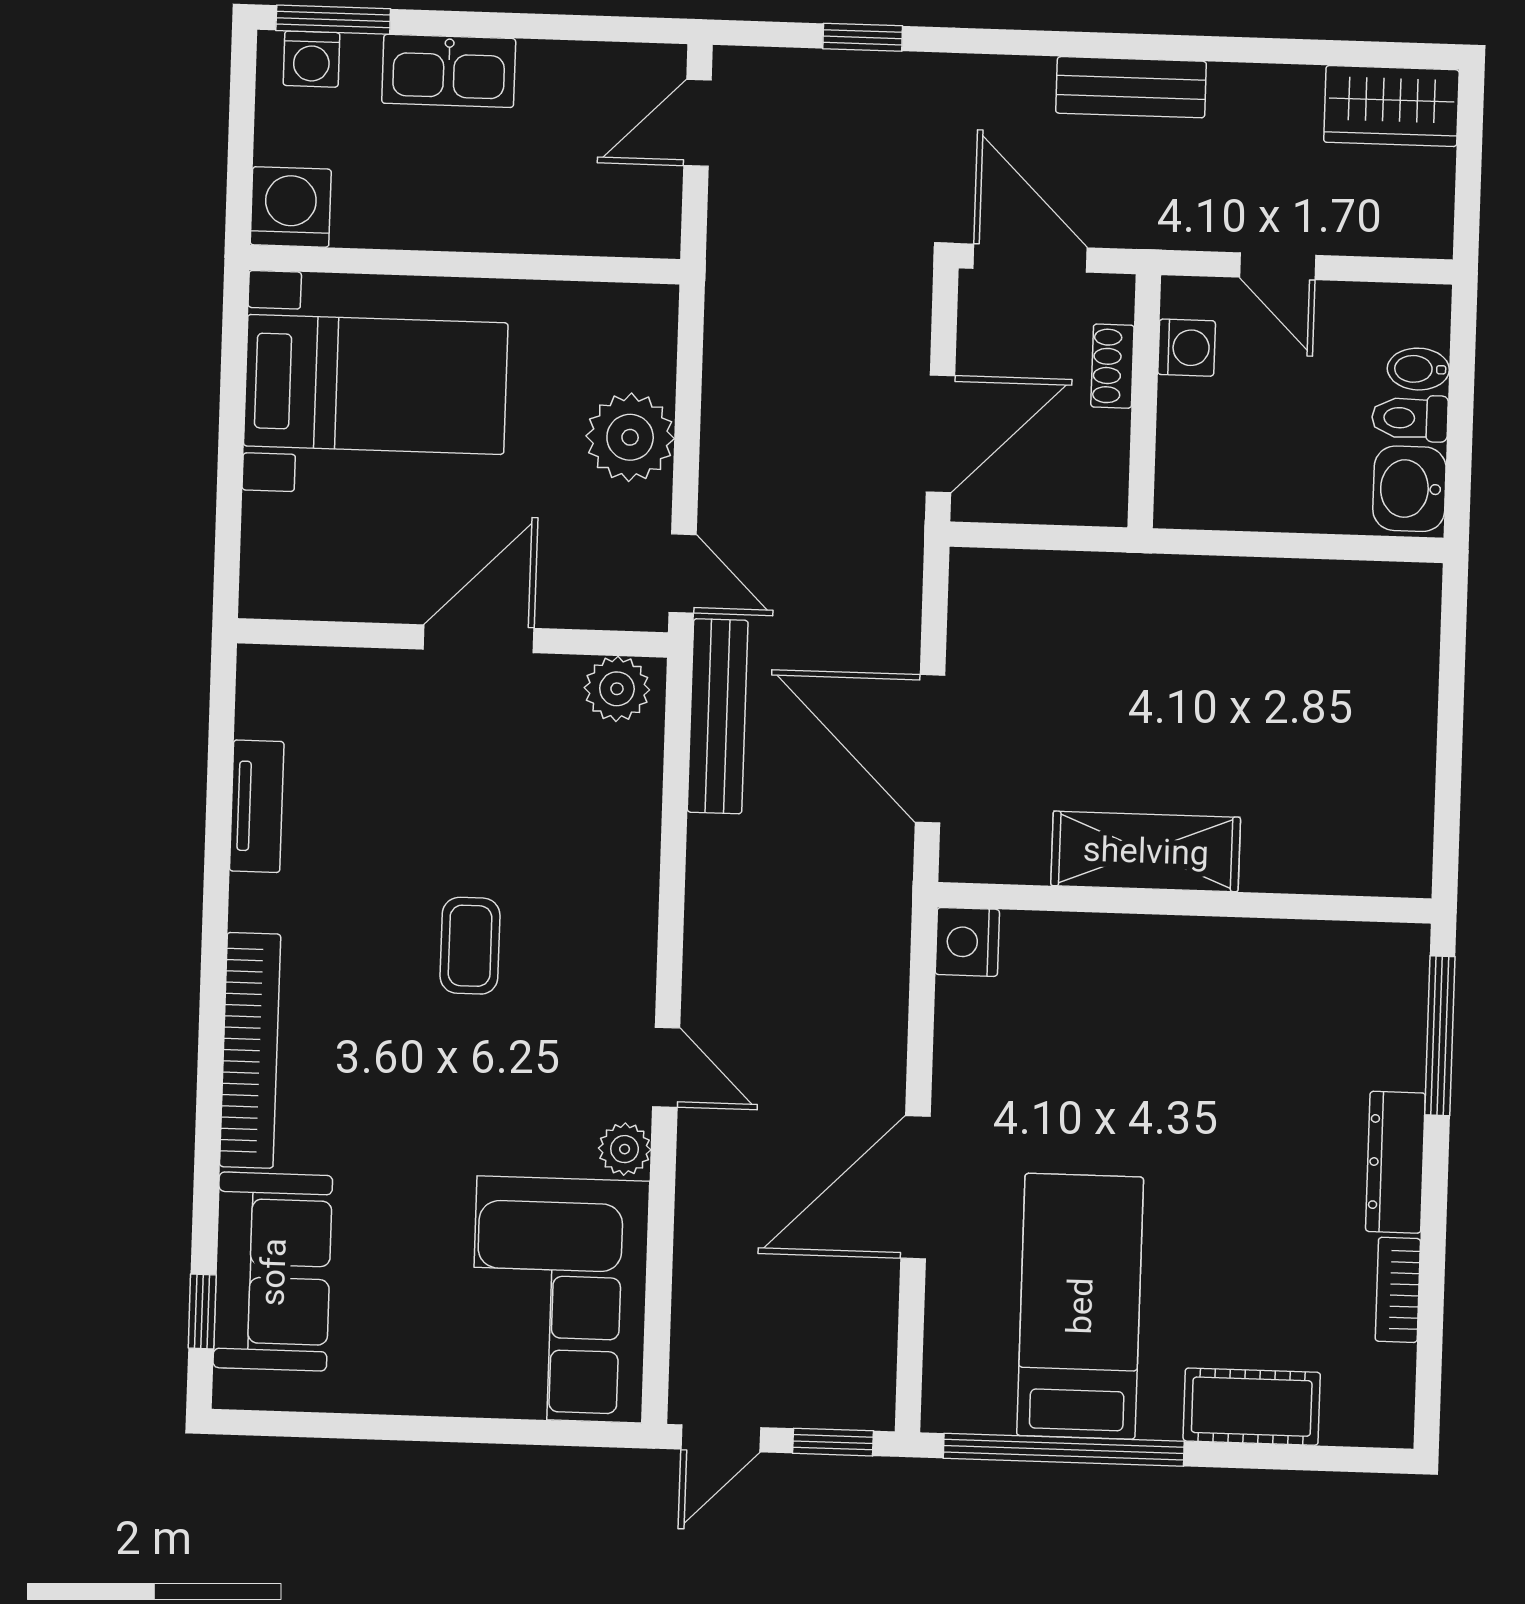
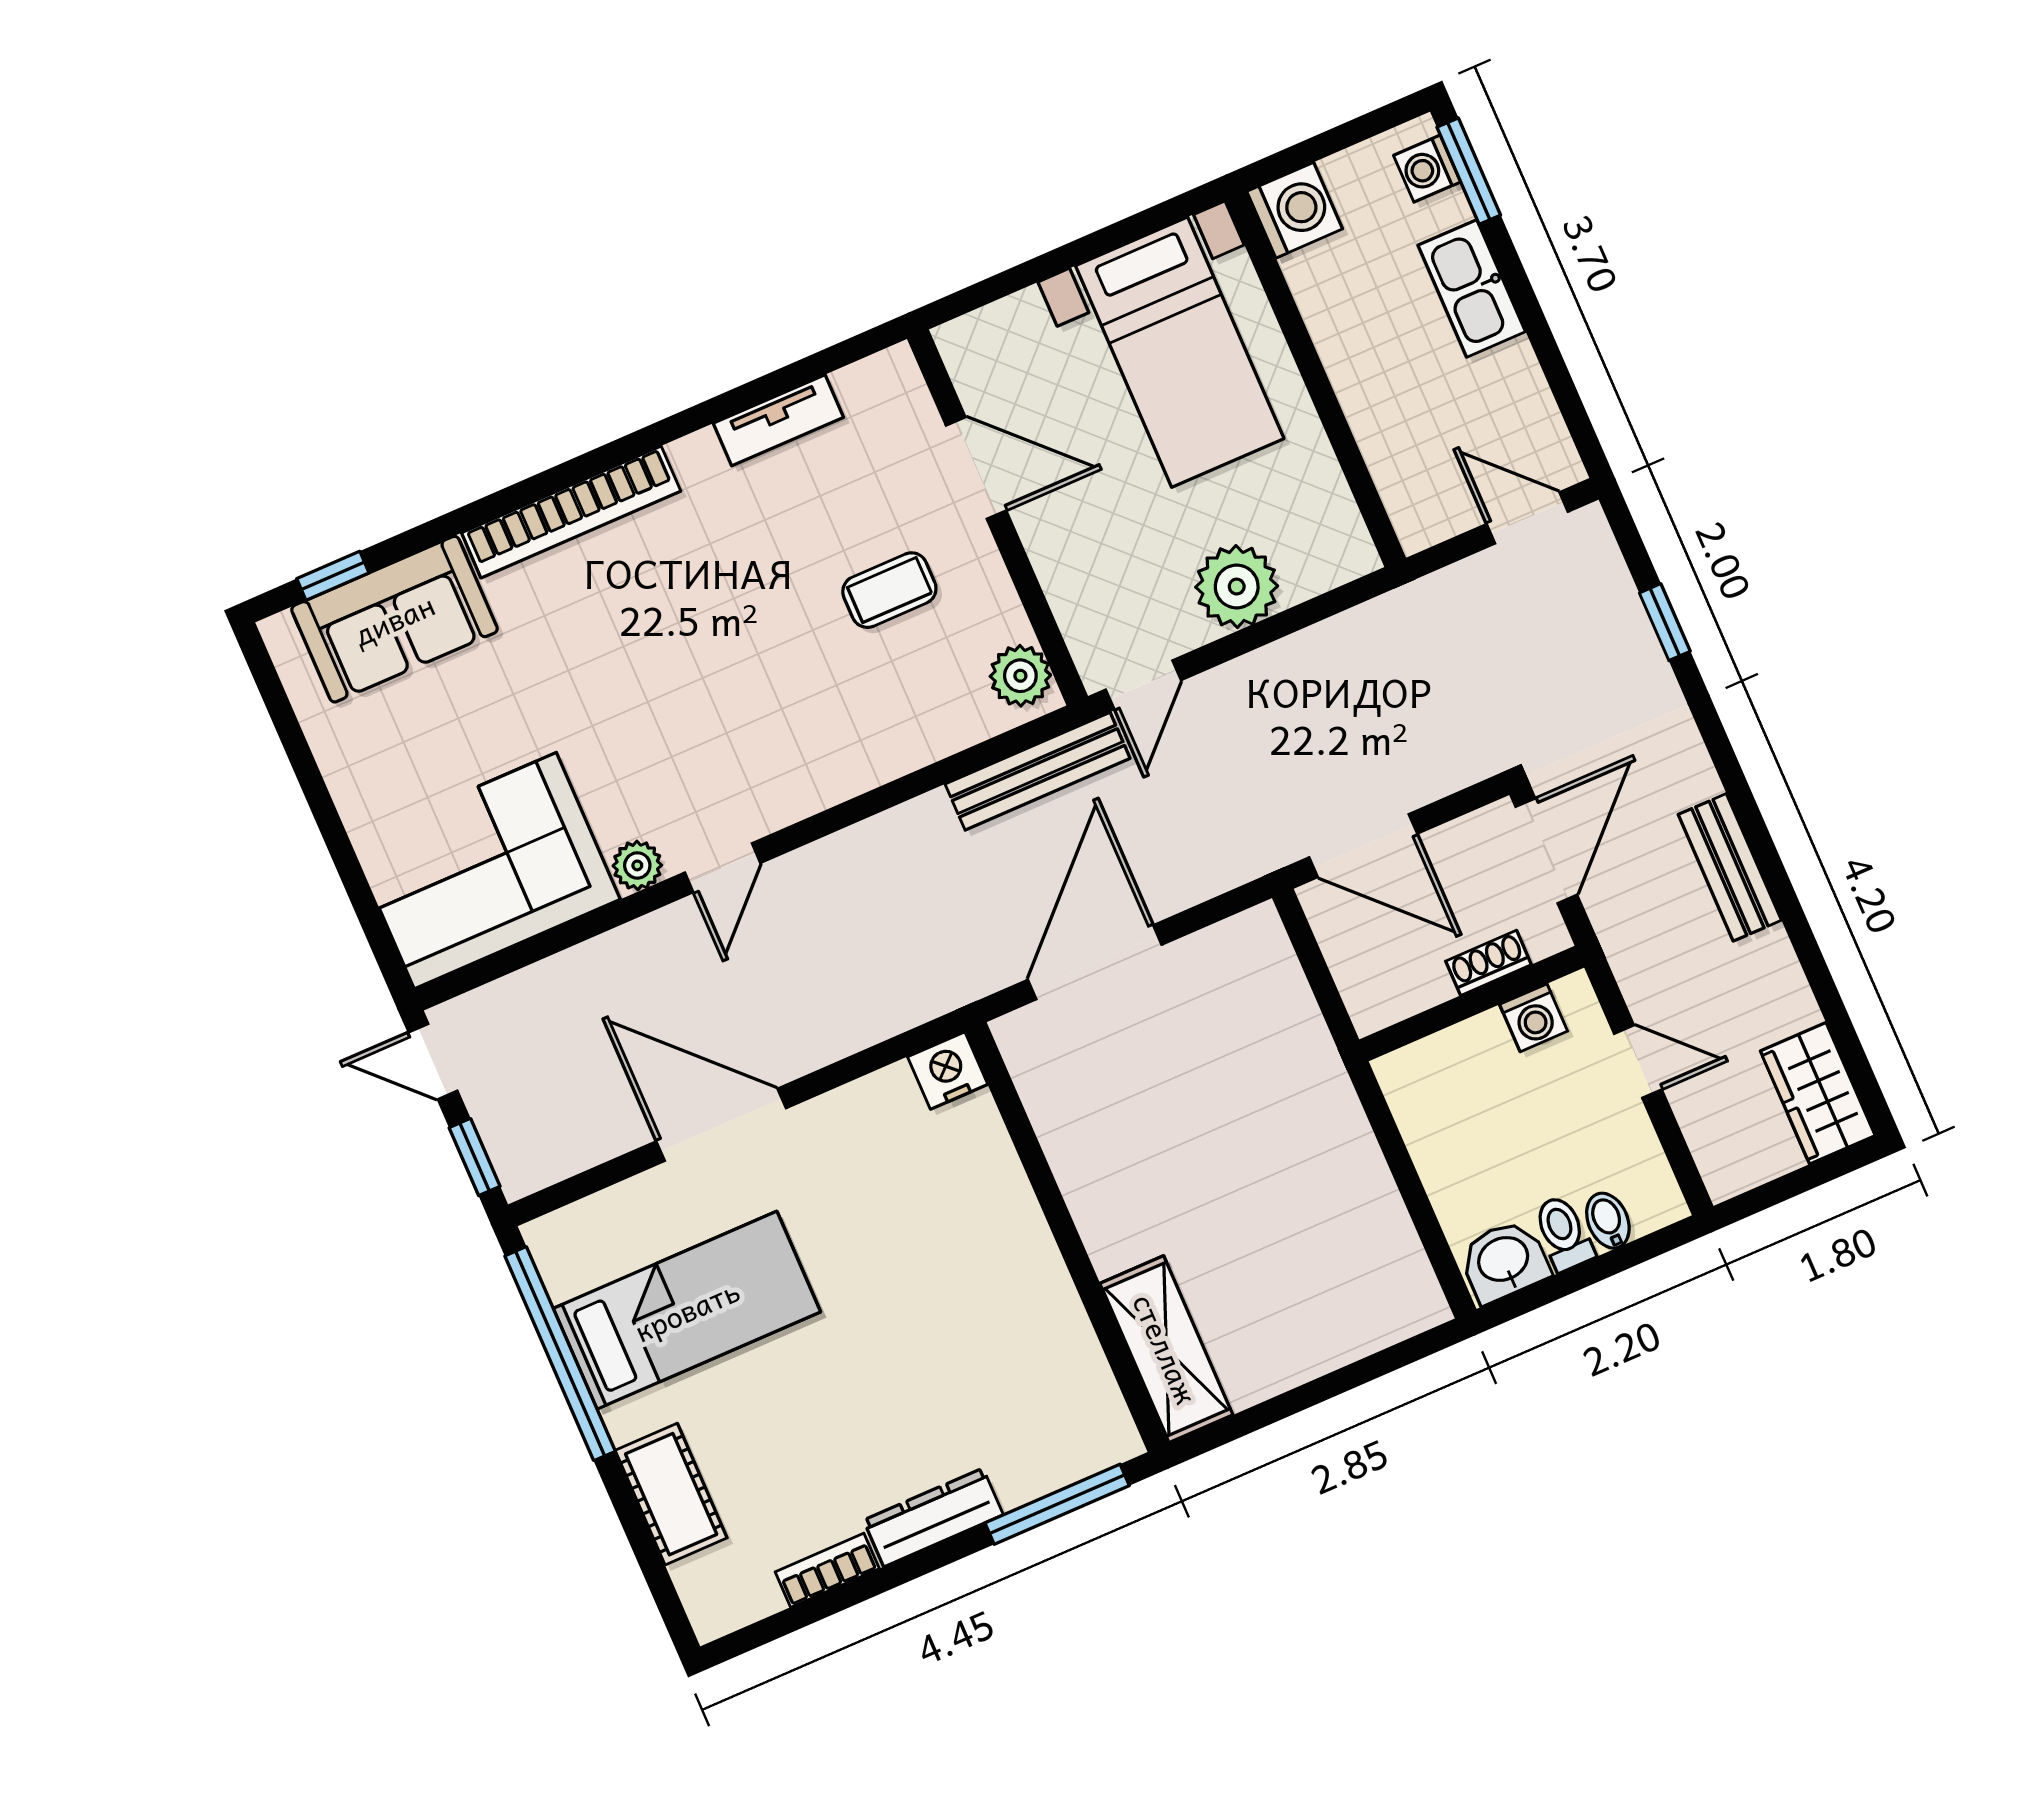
door: (1278, 266) -> (1638, 1062), swing flipped
door: (479, 639) -> (976, 468), moved
shelving: (1146, 851) -> (1166, 1349), moved
coffee table: (470, 946) -> (889, 590), moved

